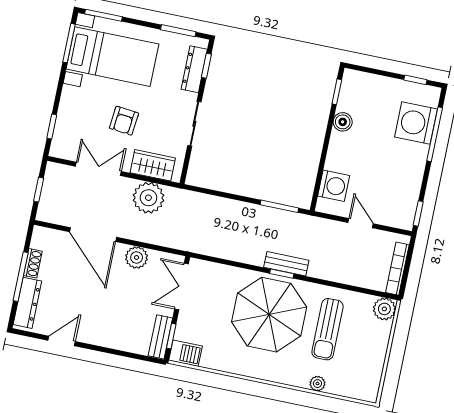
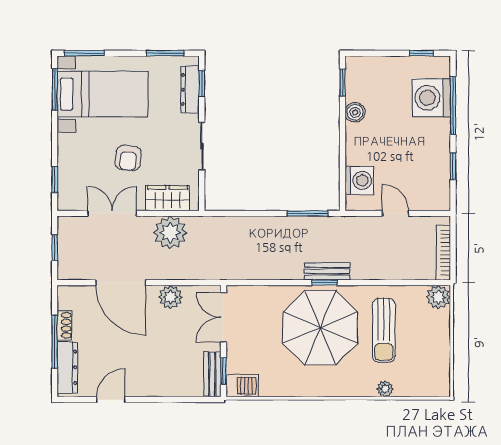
window: (418, 213) -> (453, 166), moved

